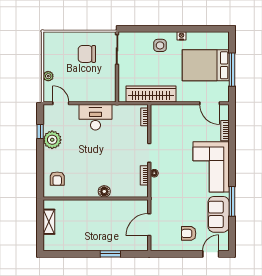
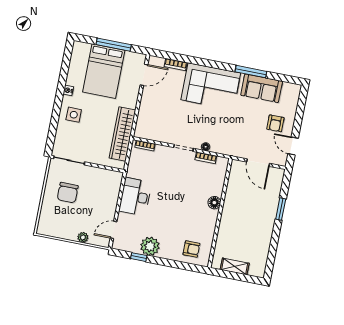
door: (211, 254) -> (293, 146), moved

